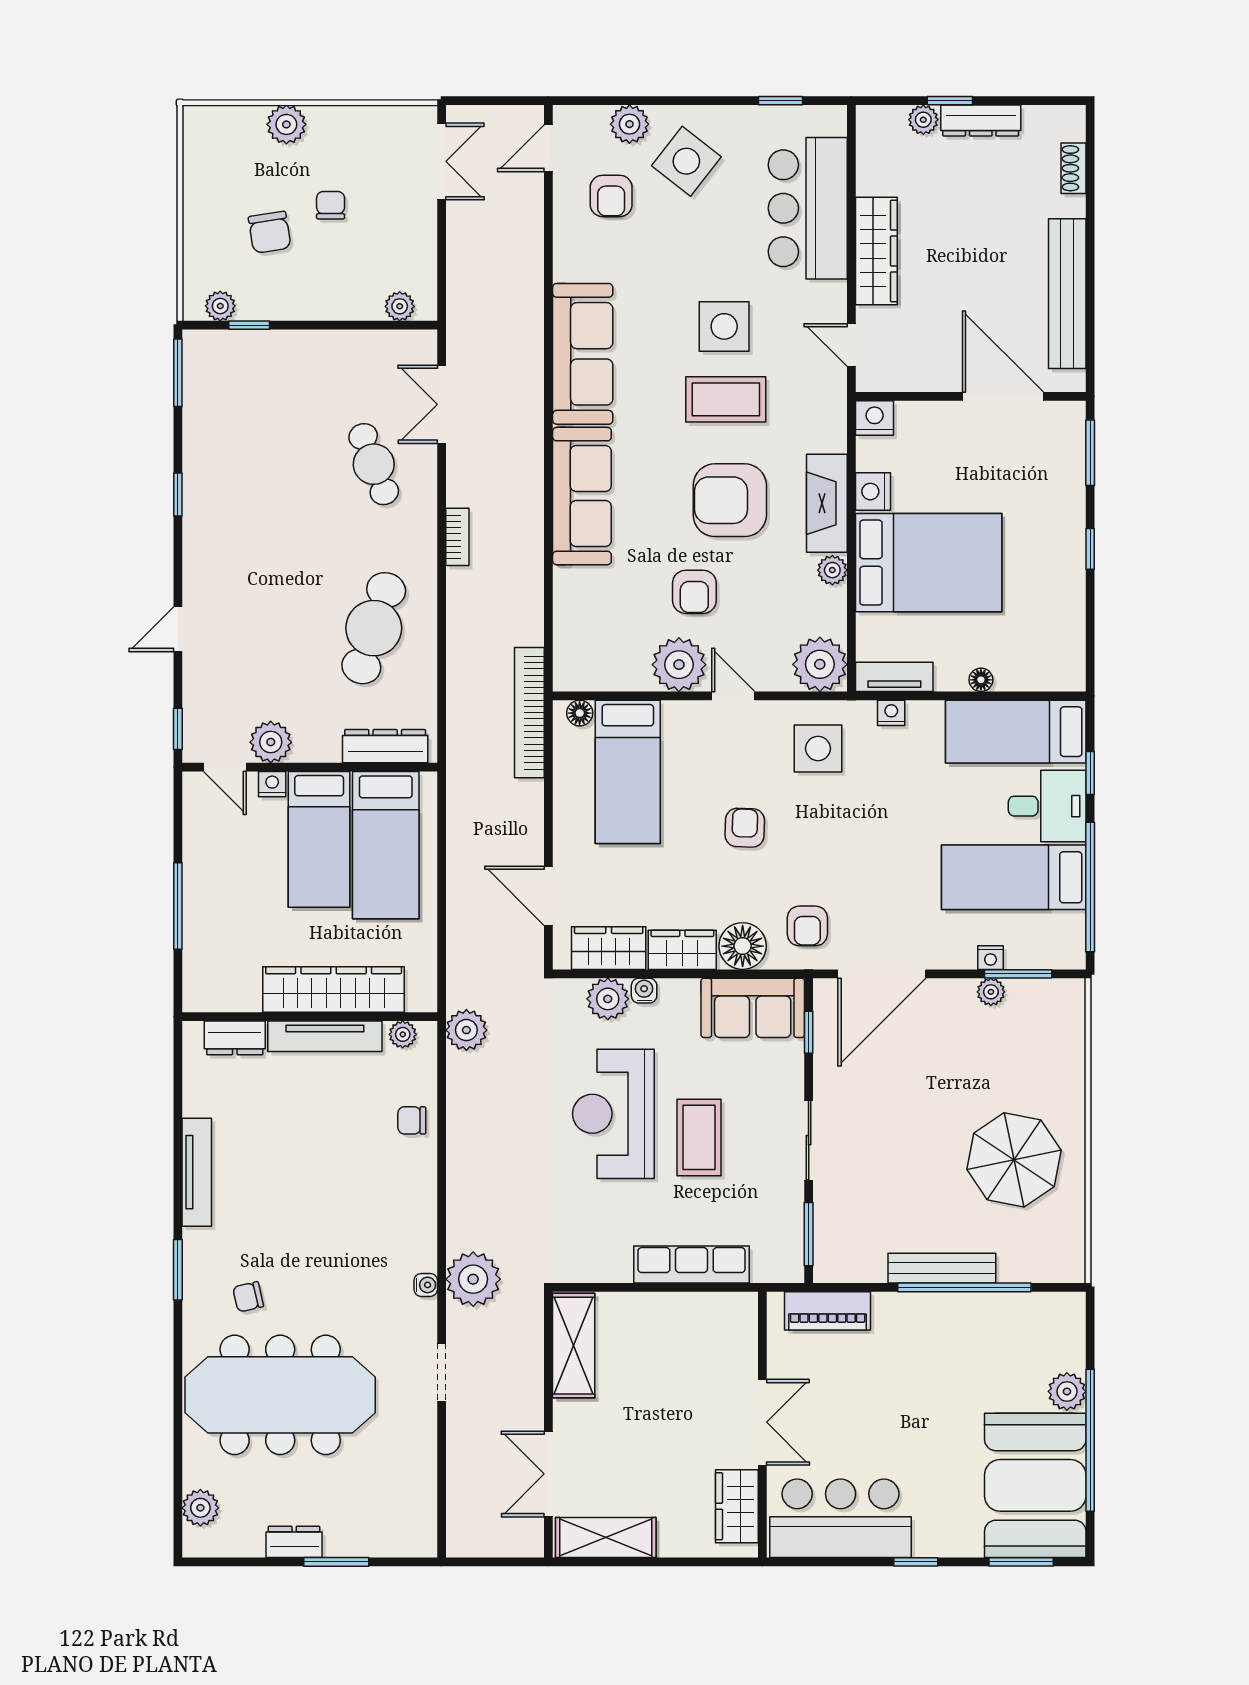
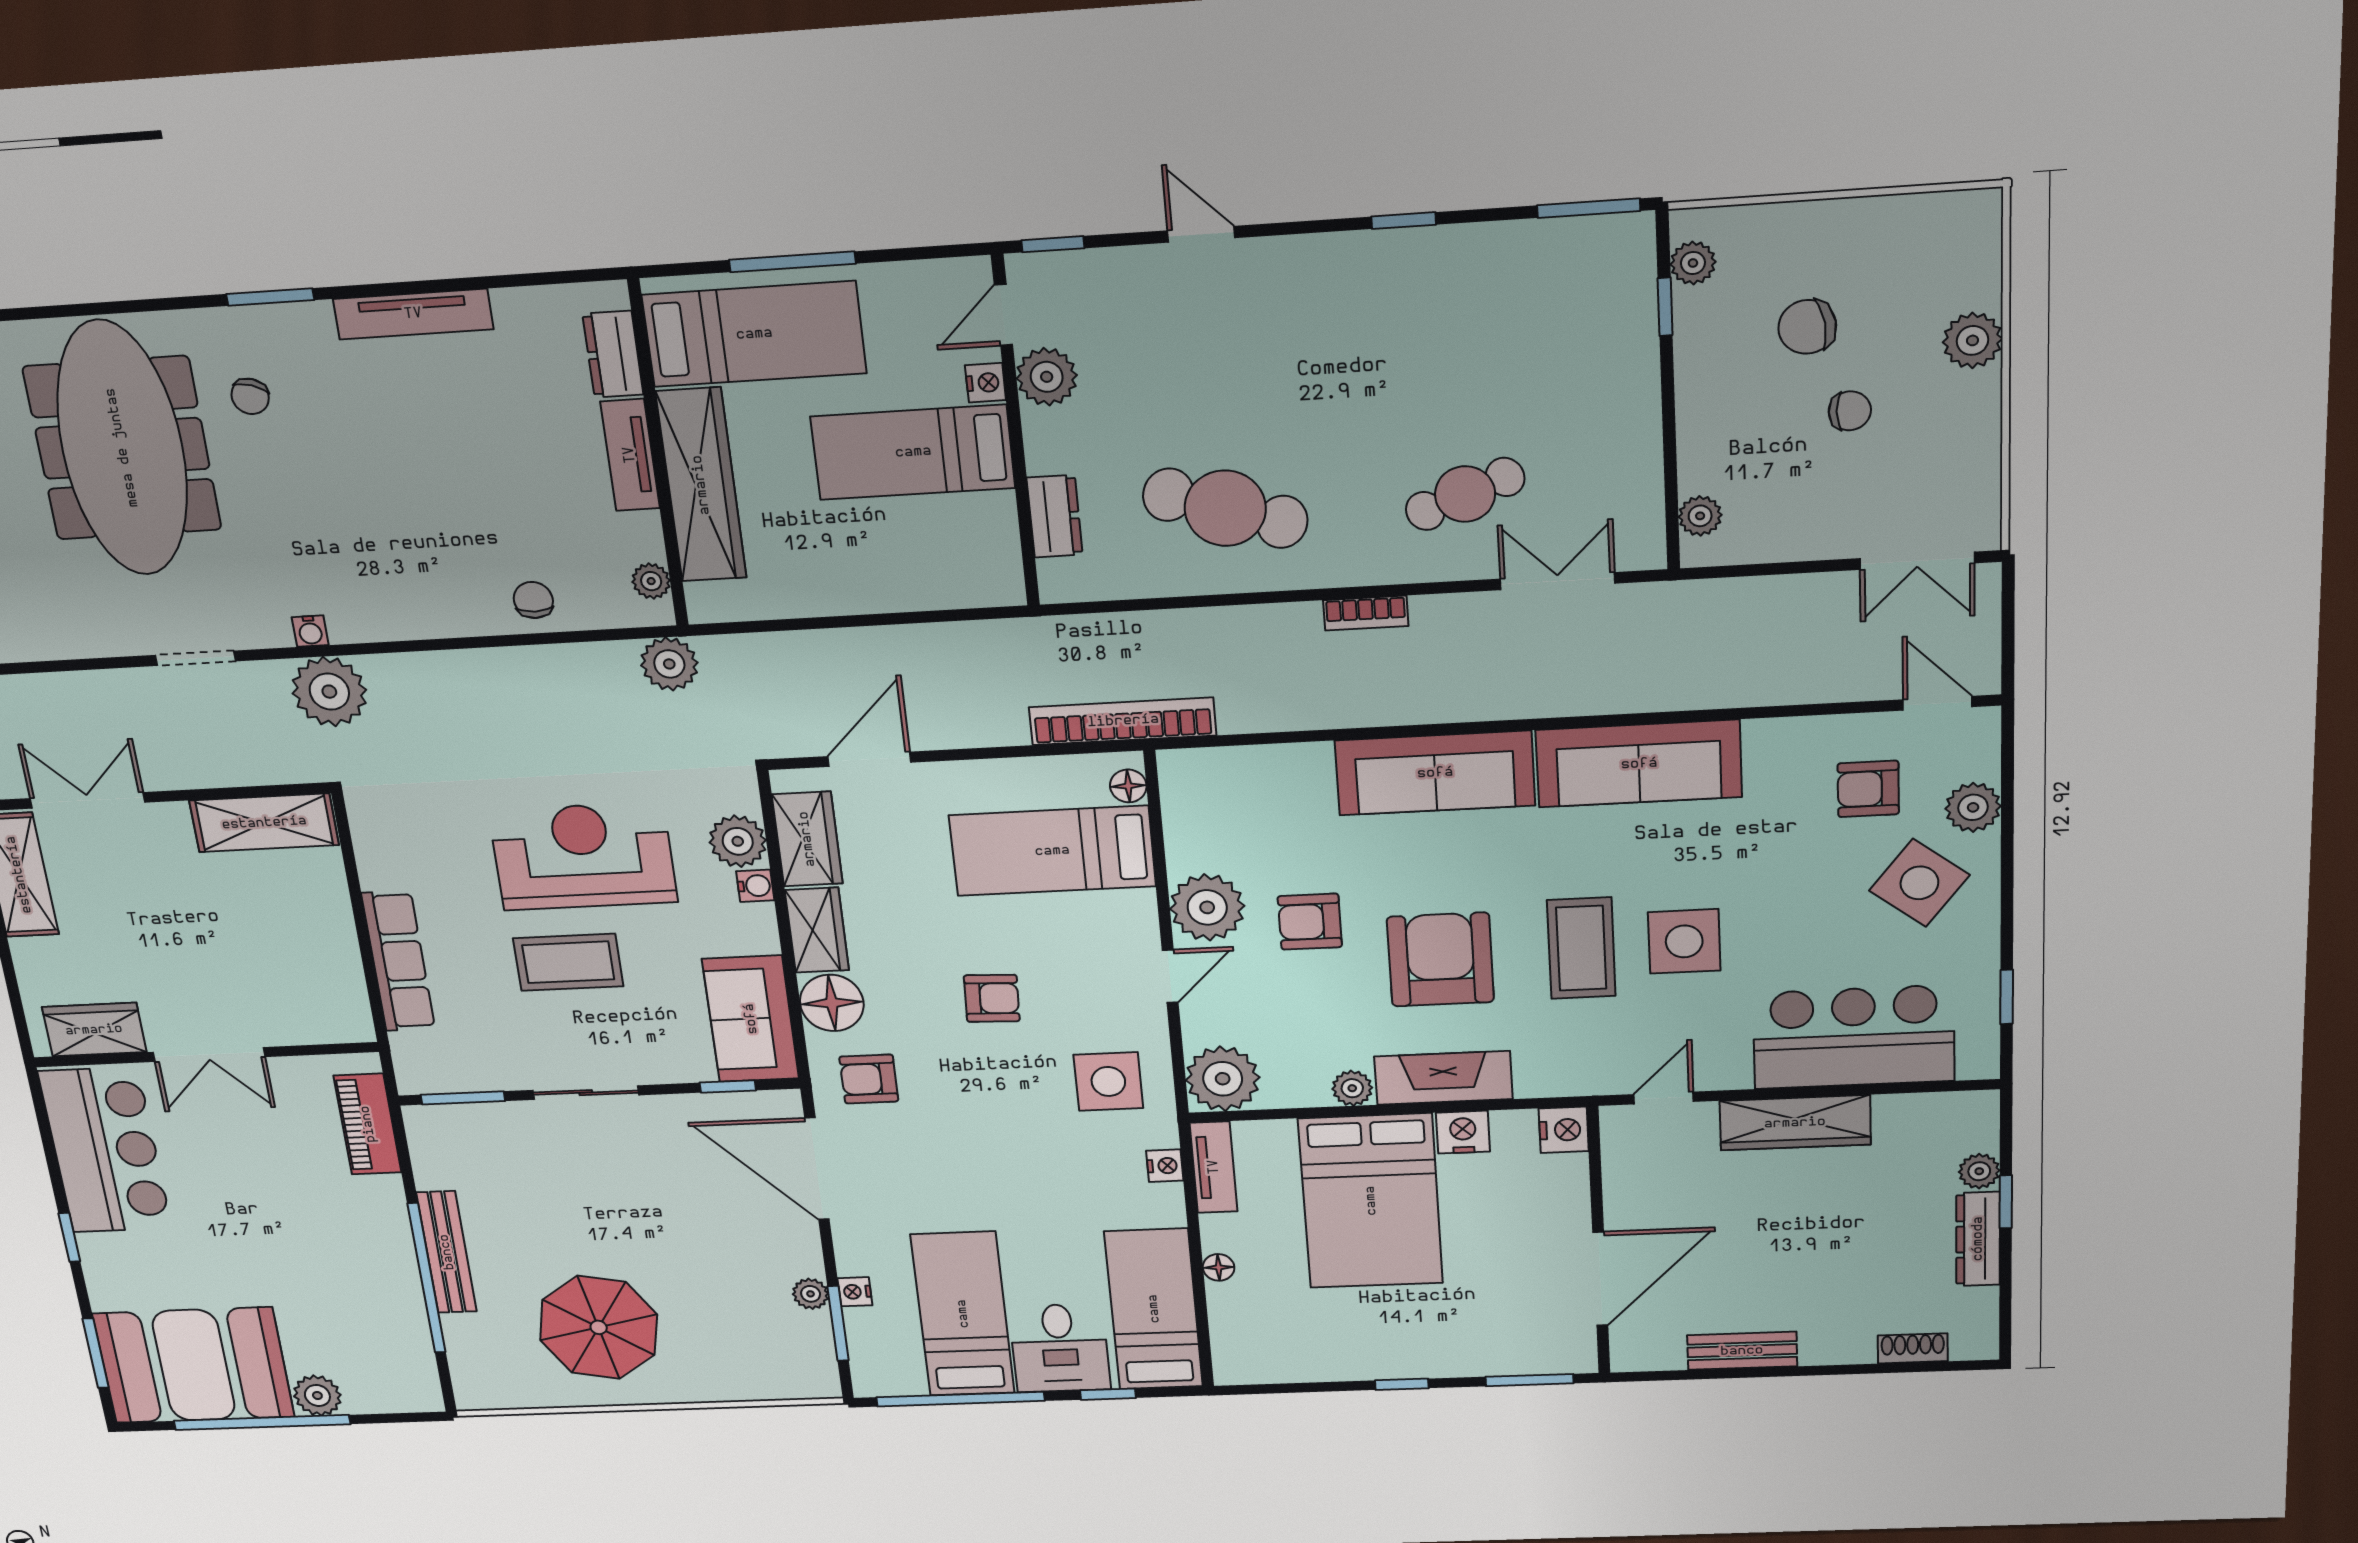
bench: (1067, 294) -> (1742, 1351), width x0.54, depth x0.82
dresser: (385, 746) -> (1055, 516), width x0.70
bed: (386, 845) -> (754, 334), moved, turned 180
tv unit: (325, 1036) -> (630, 455), width x0.71
chair: (248, 1297) -> (250, 396), turned -149

